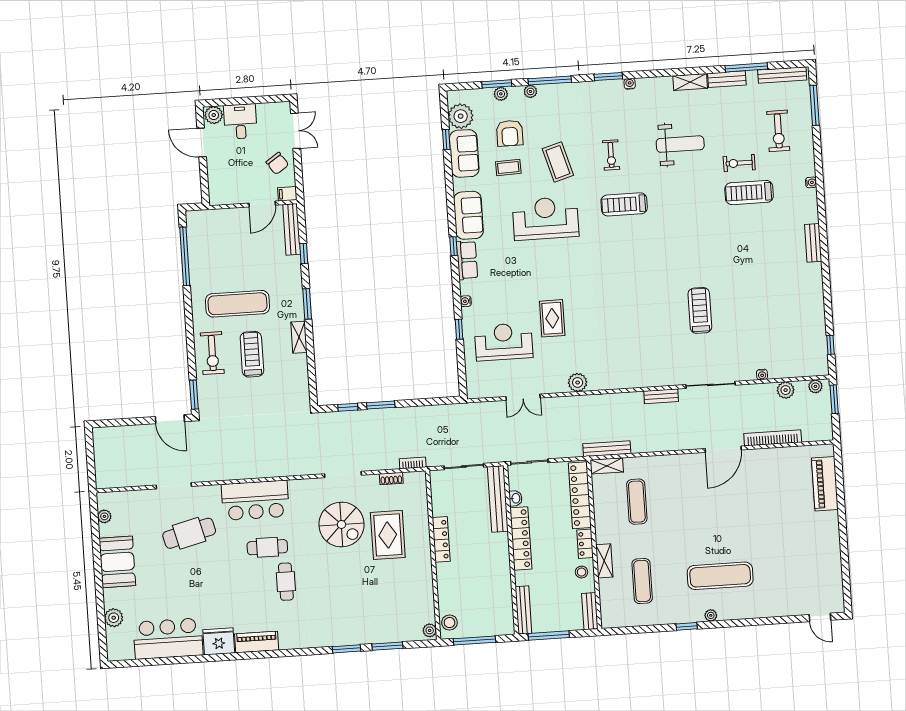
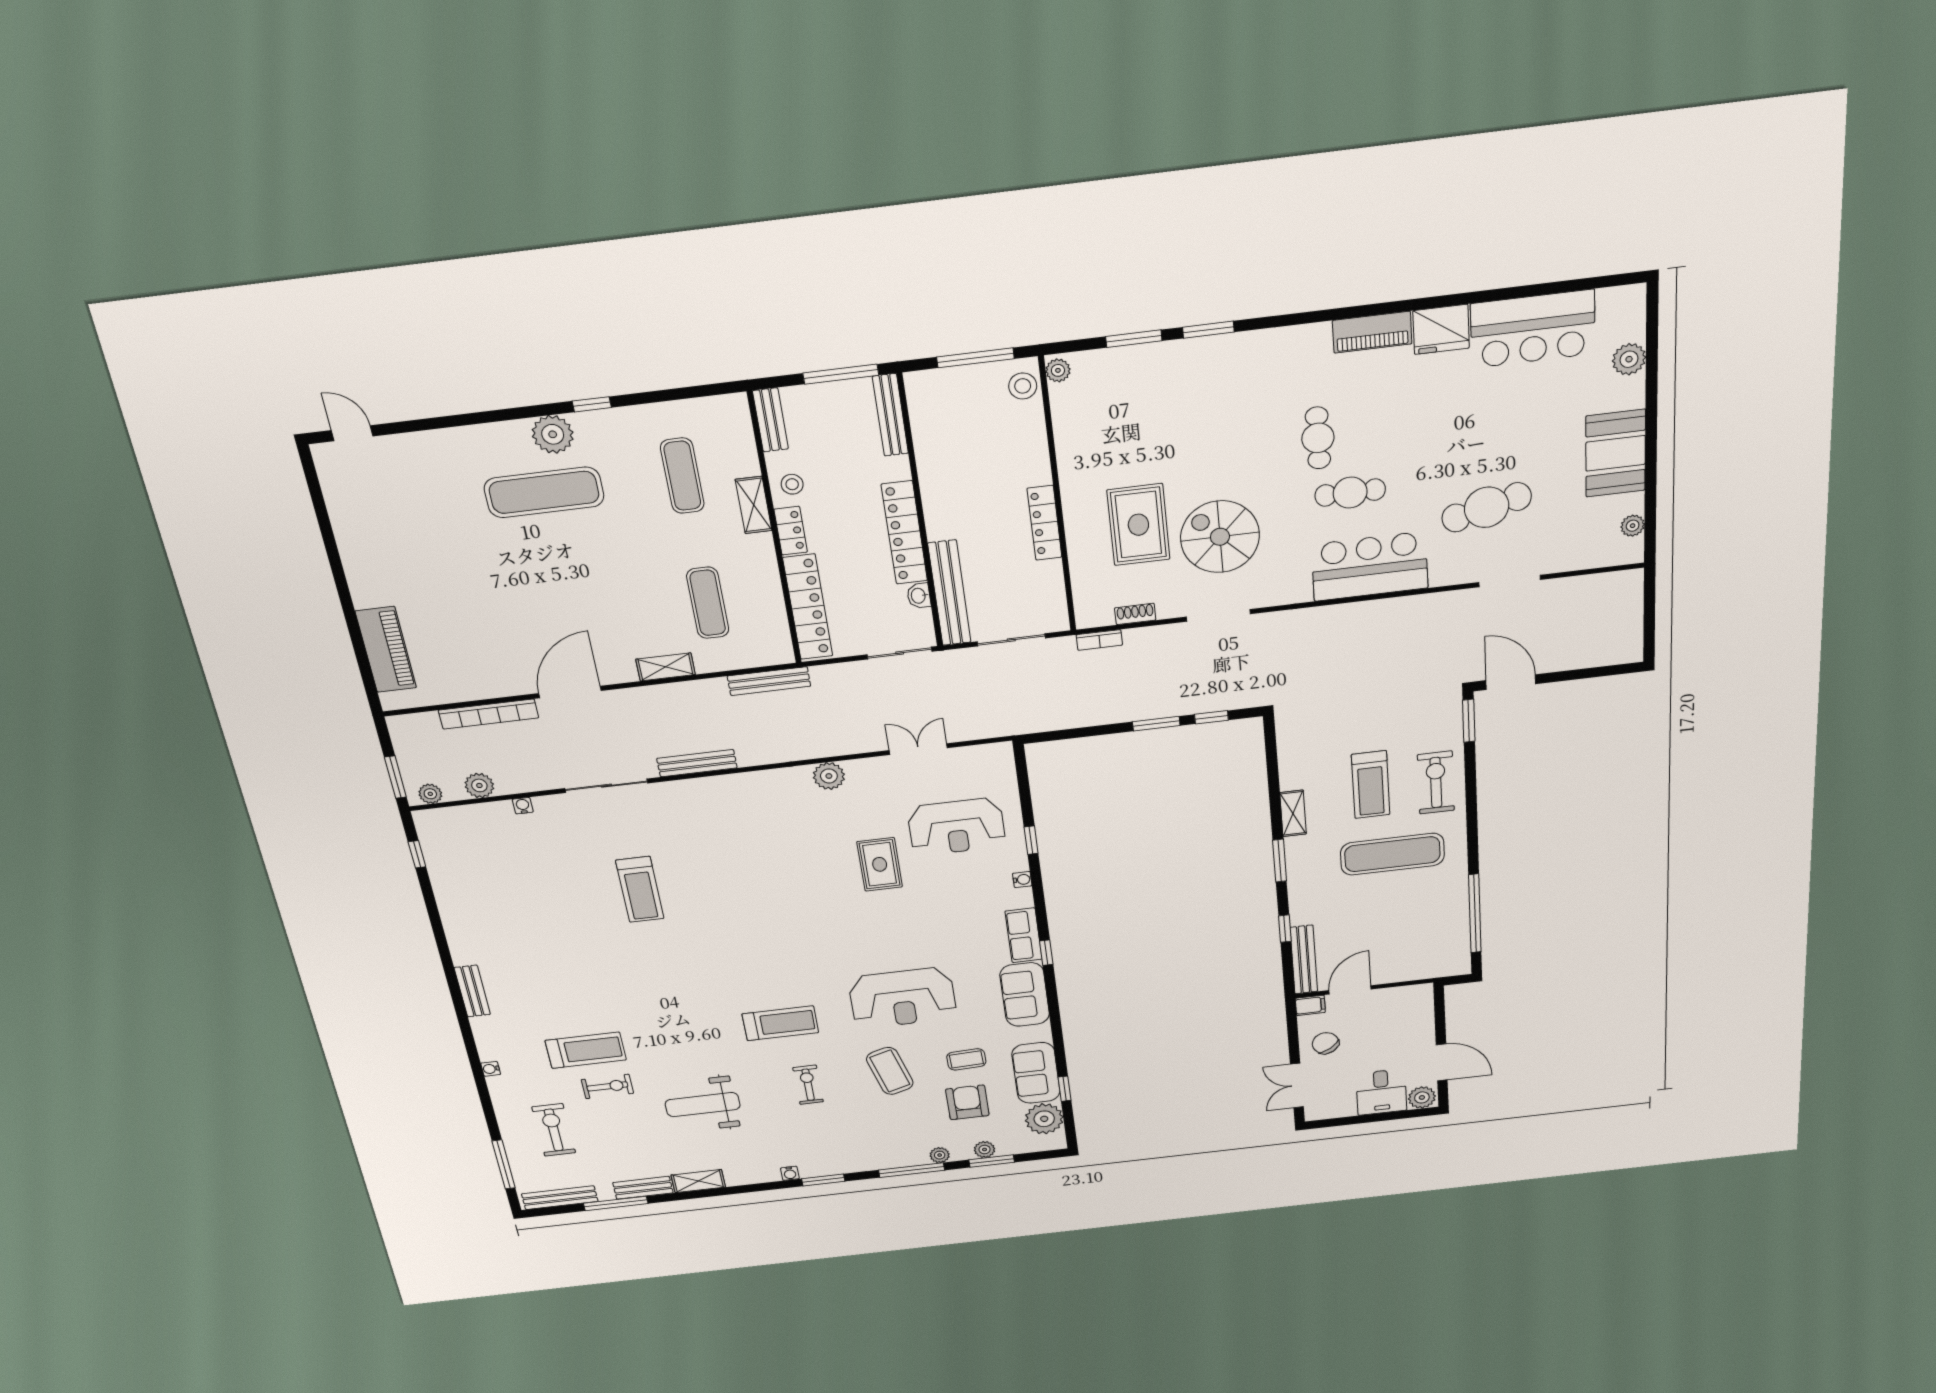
bench: (661, 396) -> (697, 763), width x1.36
shelving: (607, 466) -> (666, 667), moved
plant: (711, 615) -> (553, 434), width x1.88, depth x1.88

